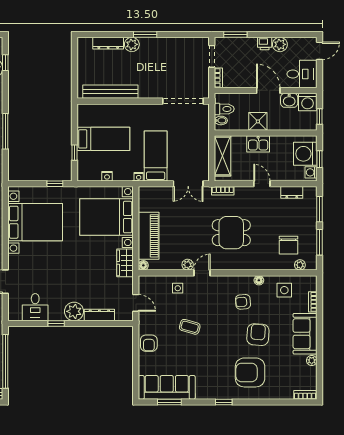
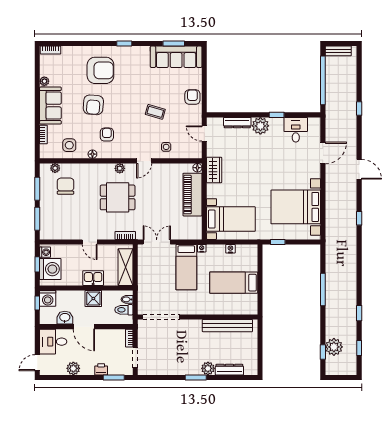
printer: (265, 44) -> (101, 369), moved
washing machine: (308, 102) -> (48, 298), moved, turned 180
window: (75, 153) -> (260, 270), removed
dresser: (292, 192) -> (63, 234), removed
bed with nightstands: (106, 217) -> (231, 219), width x0.73
plant: (188, 265) -> (120, 168), moved
armchair: (243, 302) -> (107, 135), turned -85

